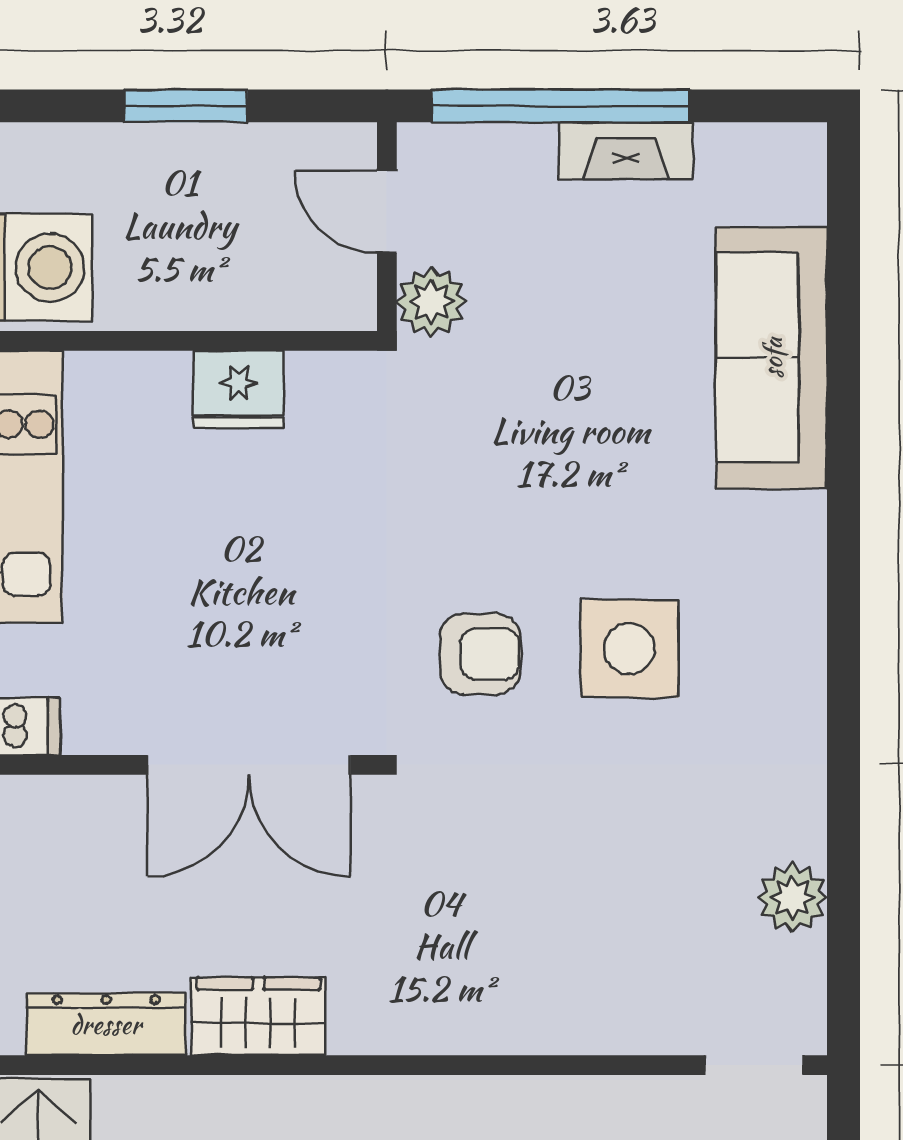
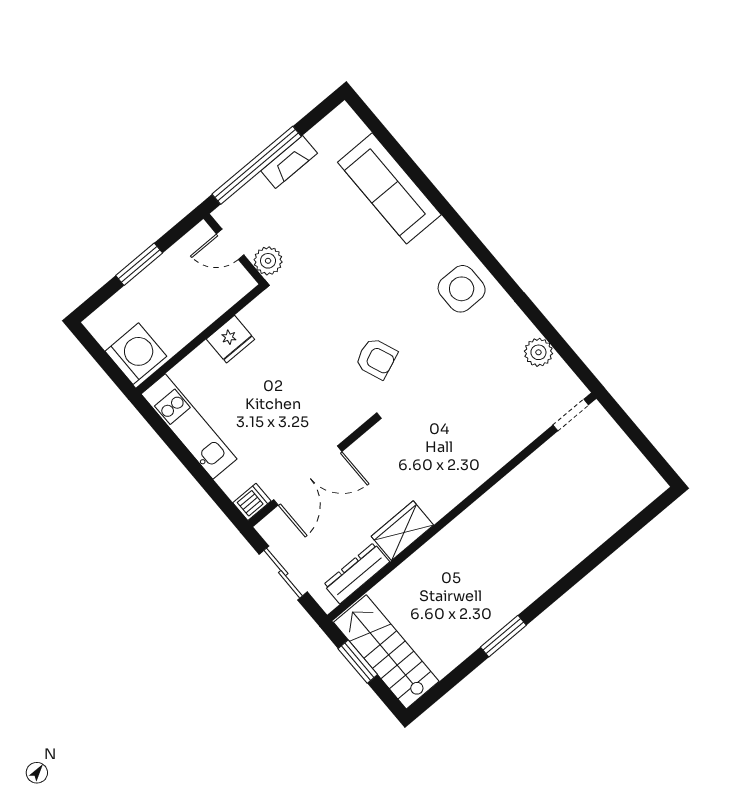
side table: (629, 649) -> (462, 289), moved
armchair: (480, 654) -> (376, 358), turned 68
double door: (249, 765) -> (308, 476), moved

